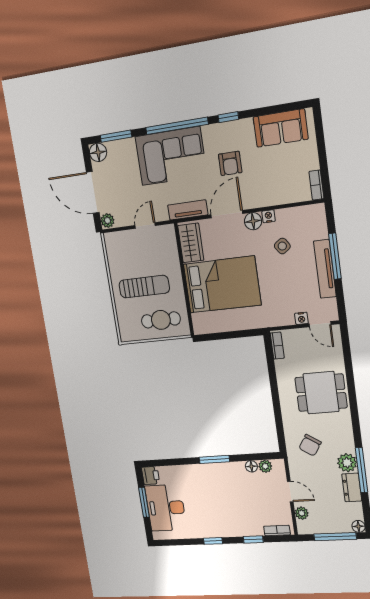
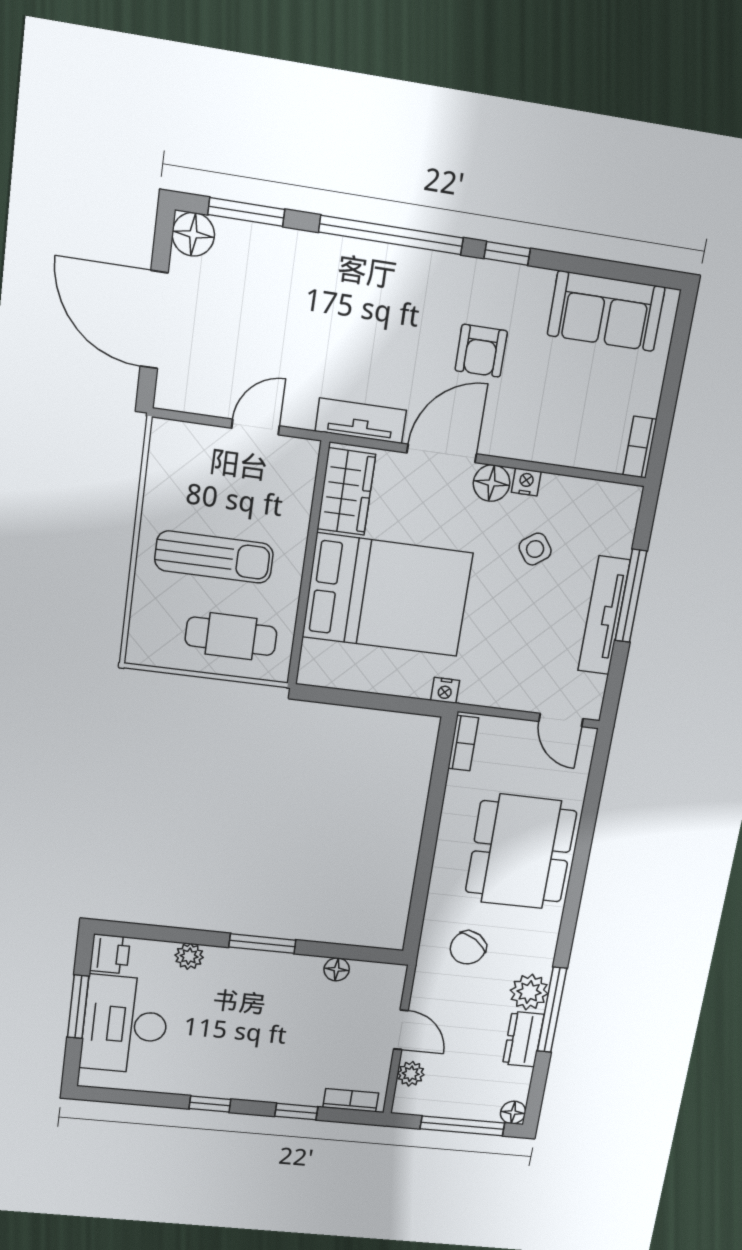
corner sofa: (171, 156) -> (358, 296), removed
plant: (107, 221) -> (171, 392), removed
nightstand: (301, 318) -> (445, 690), moved
dining table: (321, 393) -> (521, 852), width x1.38
plant: (265, 466) -> (189, 956), moved

